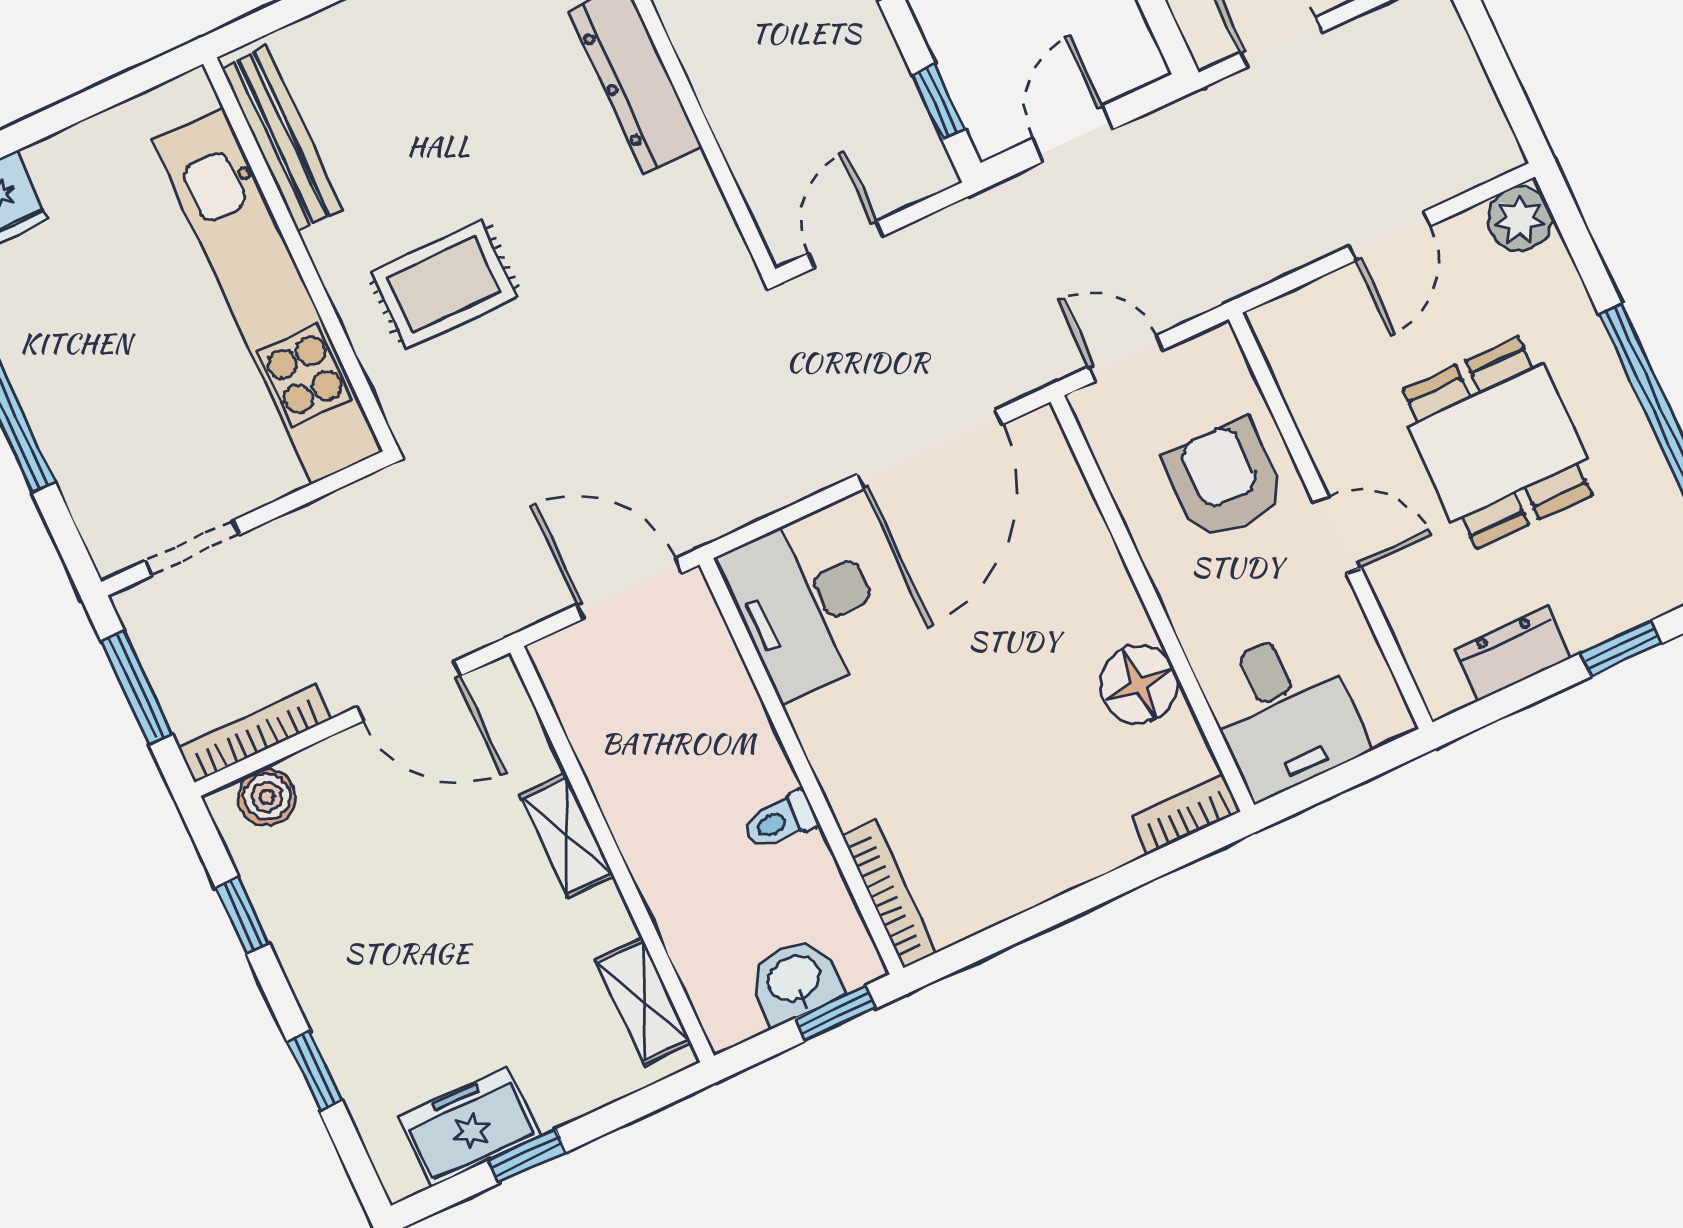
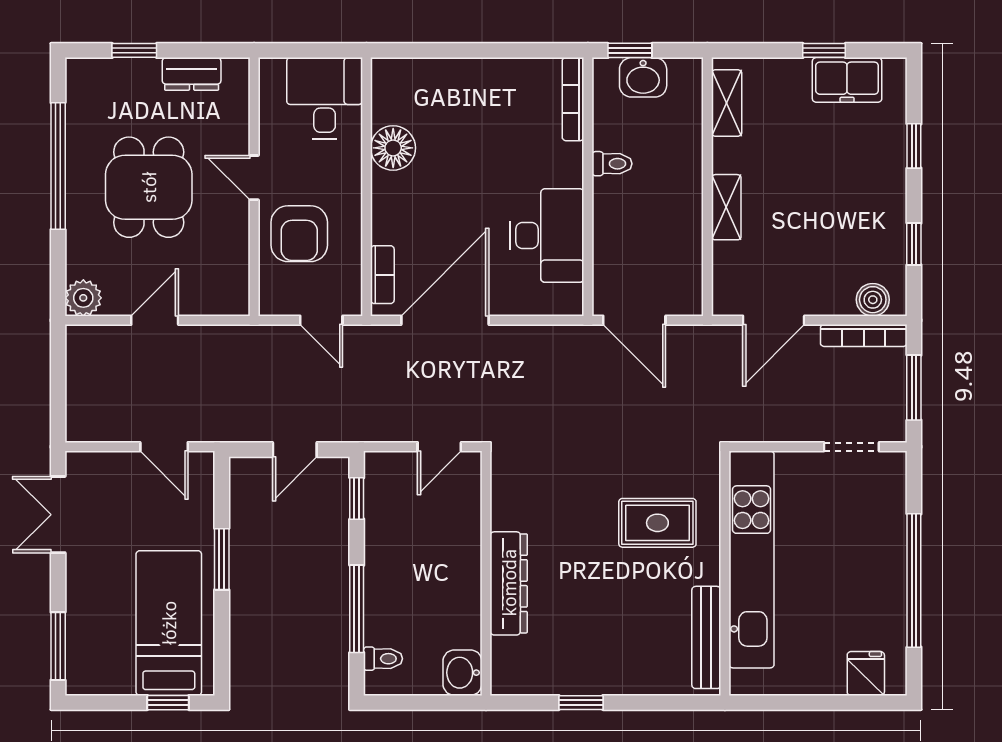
desk: (806, 605) -> (547, 236), moved
door: (409, 691) -> (774, 320), swing flipped
bookcase: (1186, 814) -> (382, 275), moved, turned -90

